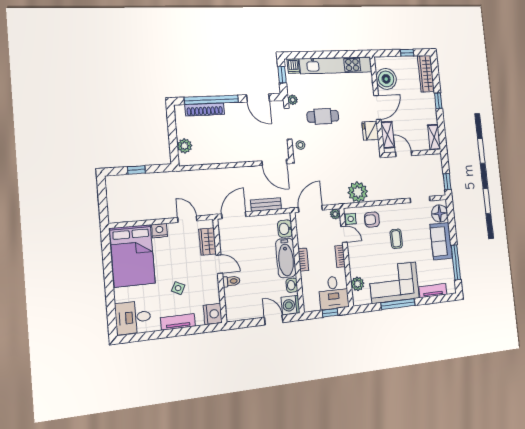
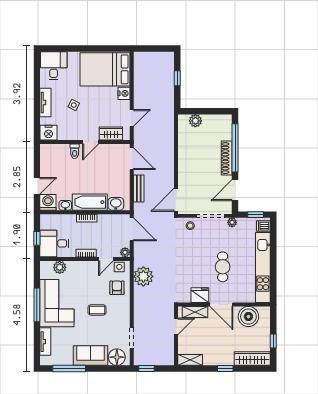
shoe rack: (205, 109) -> (227, 158), moved
cafe table: (323, 116) -> (223, 267), moved

